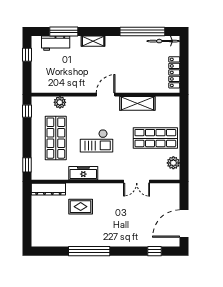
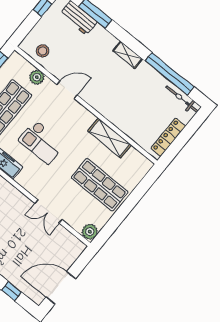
shelving: (93, 41) -> (128, 55), moved
stool: (50, 83) -> (43, 51), added
door: (106, 95) -> (67, 90), moved
plant: (173, 163) -> (90, 232), moved

